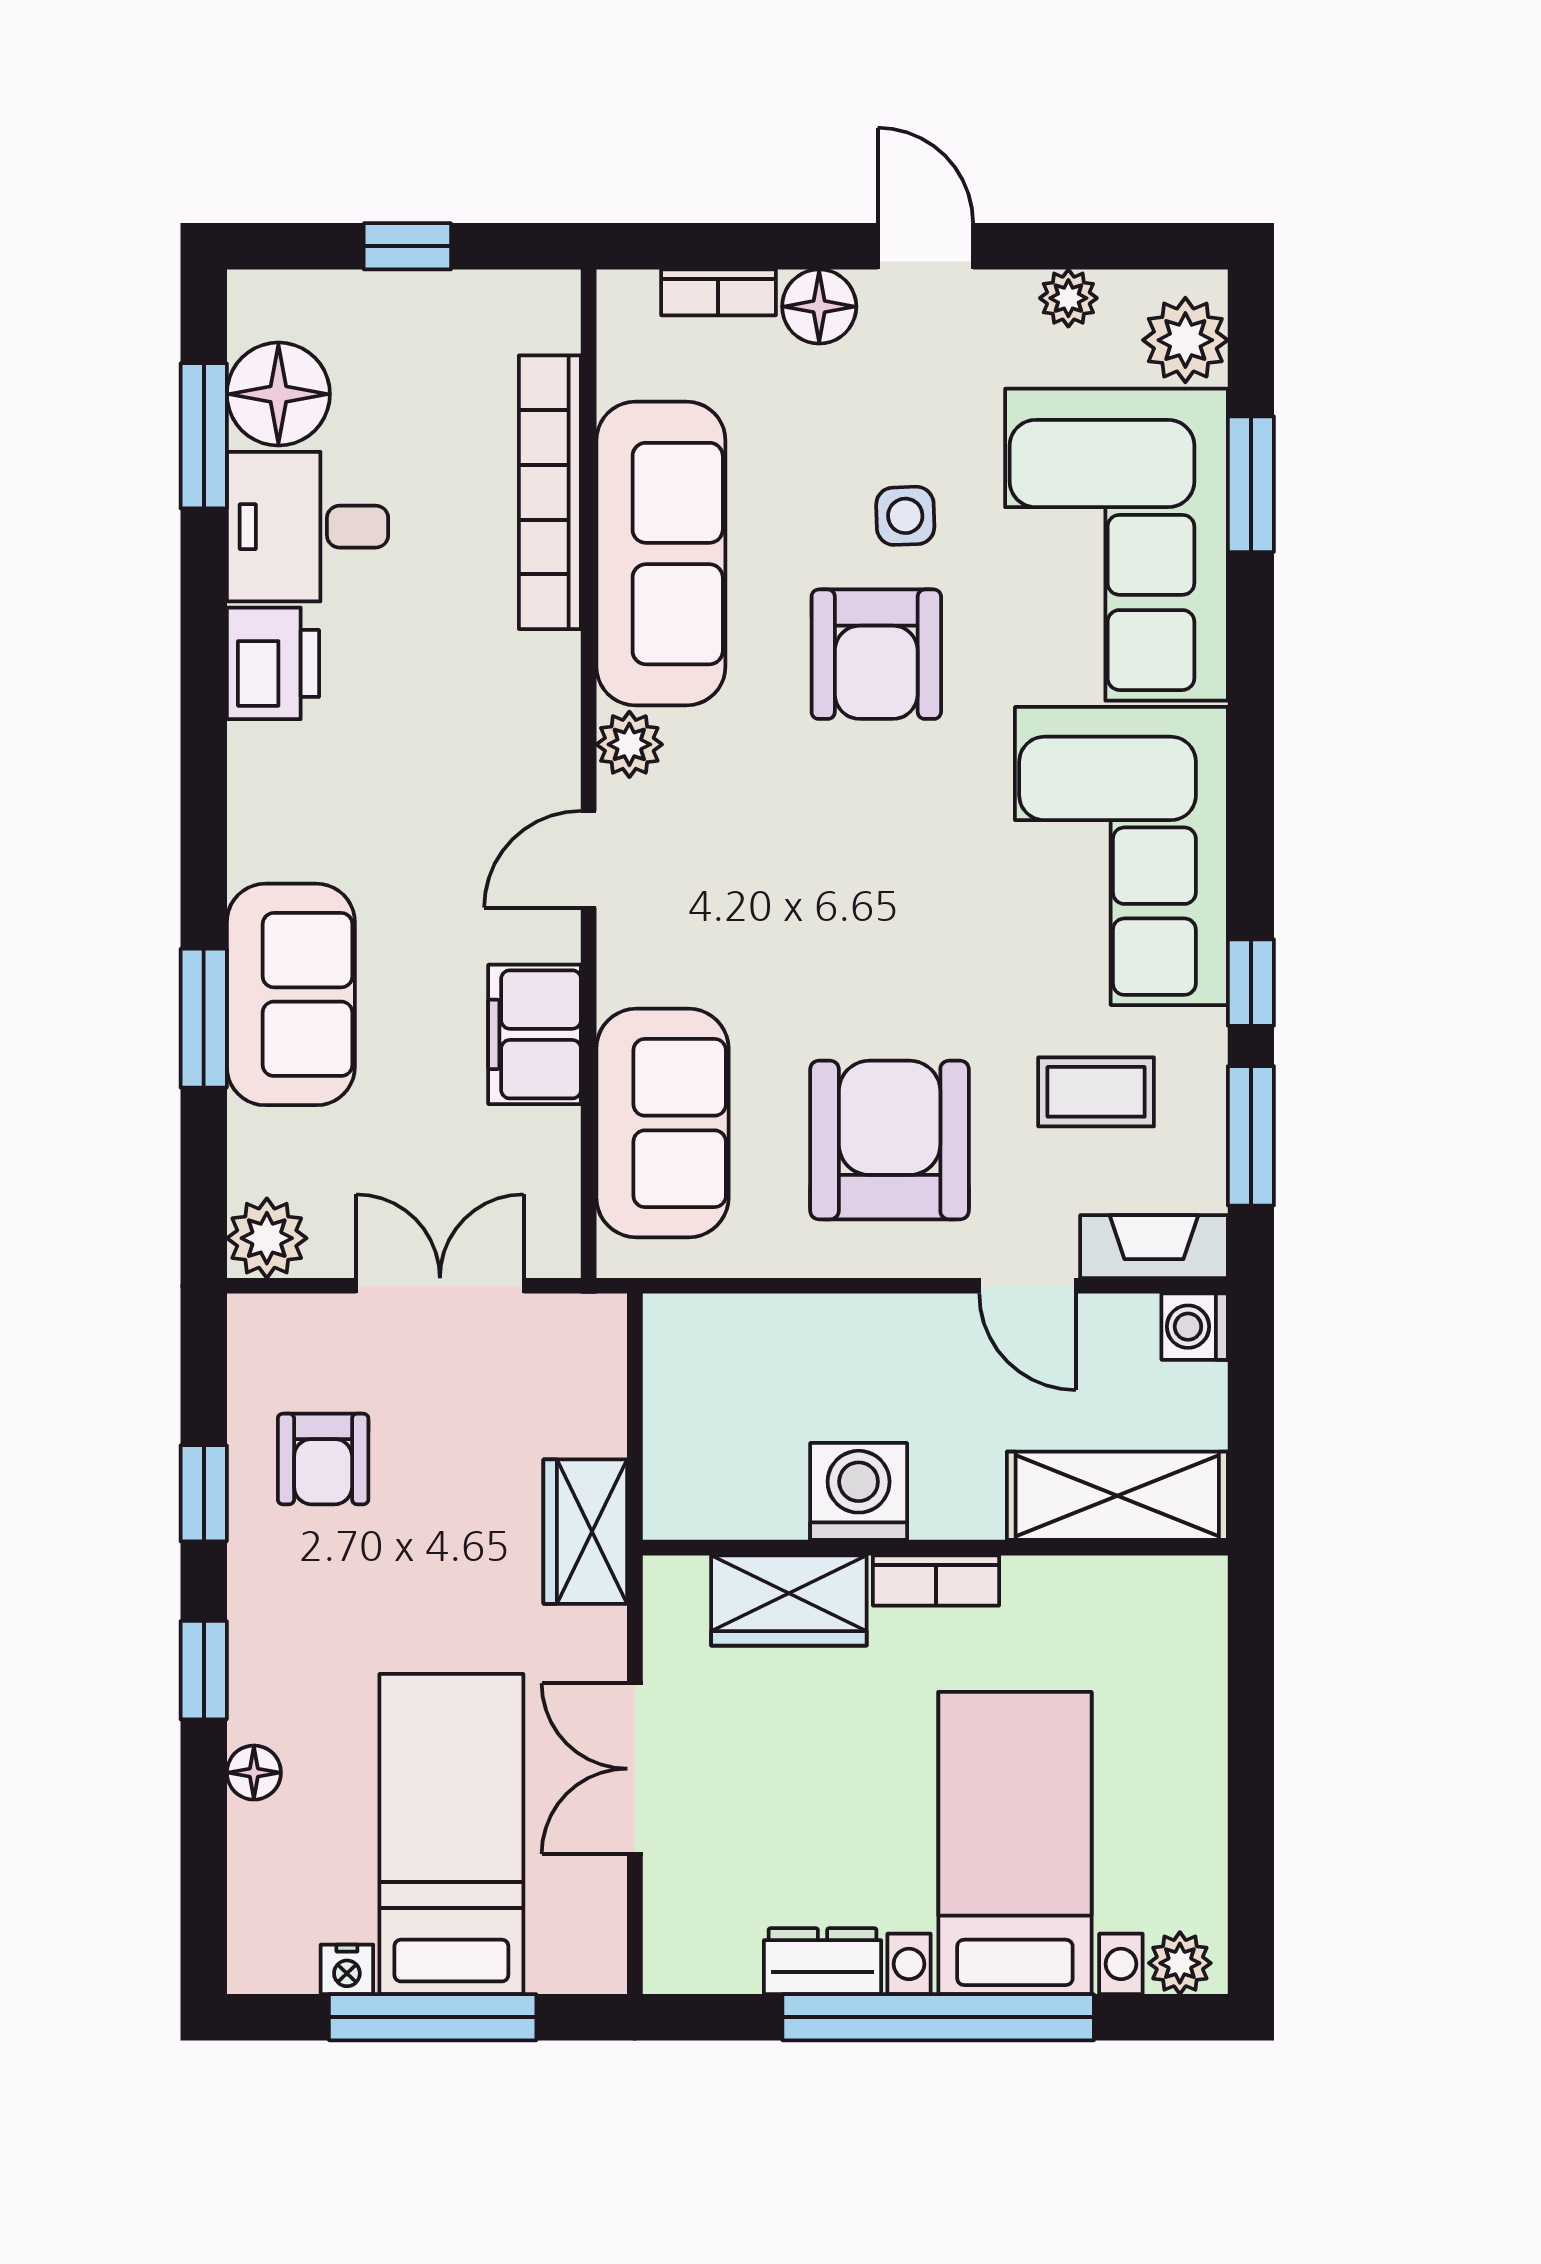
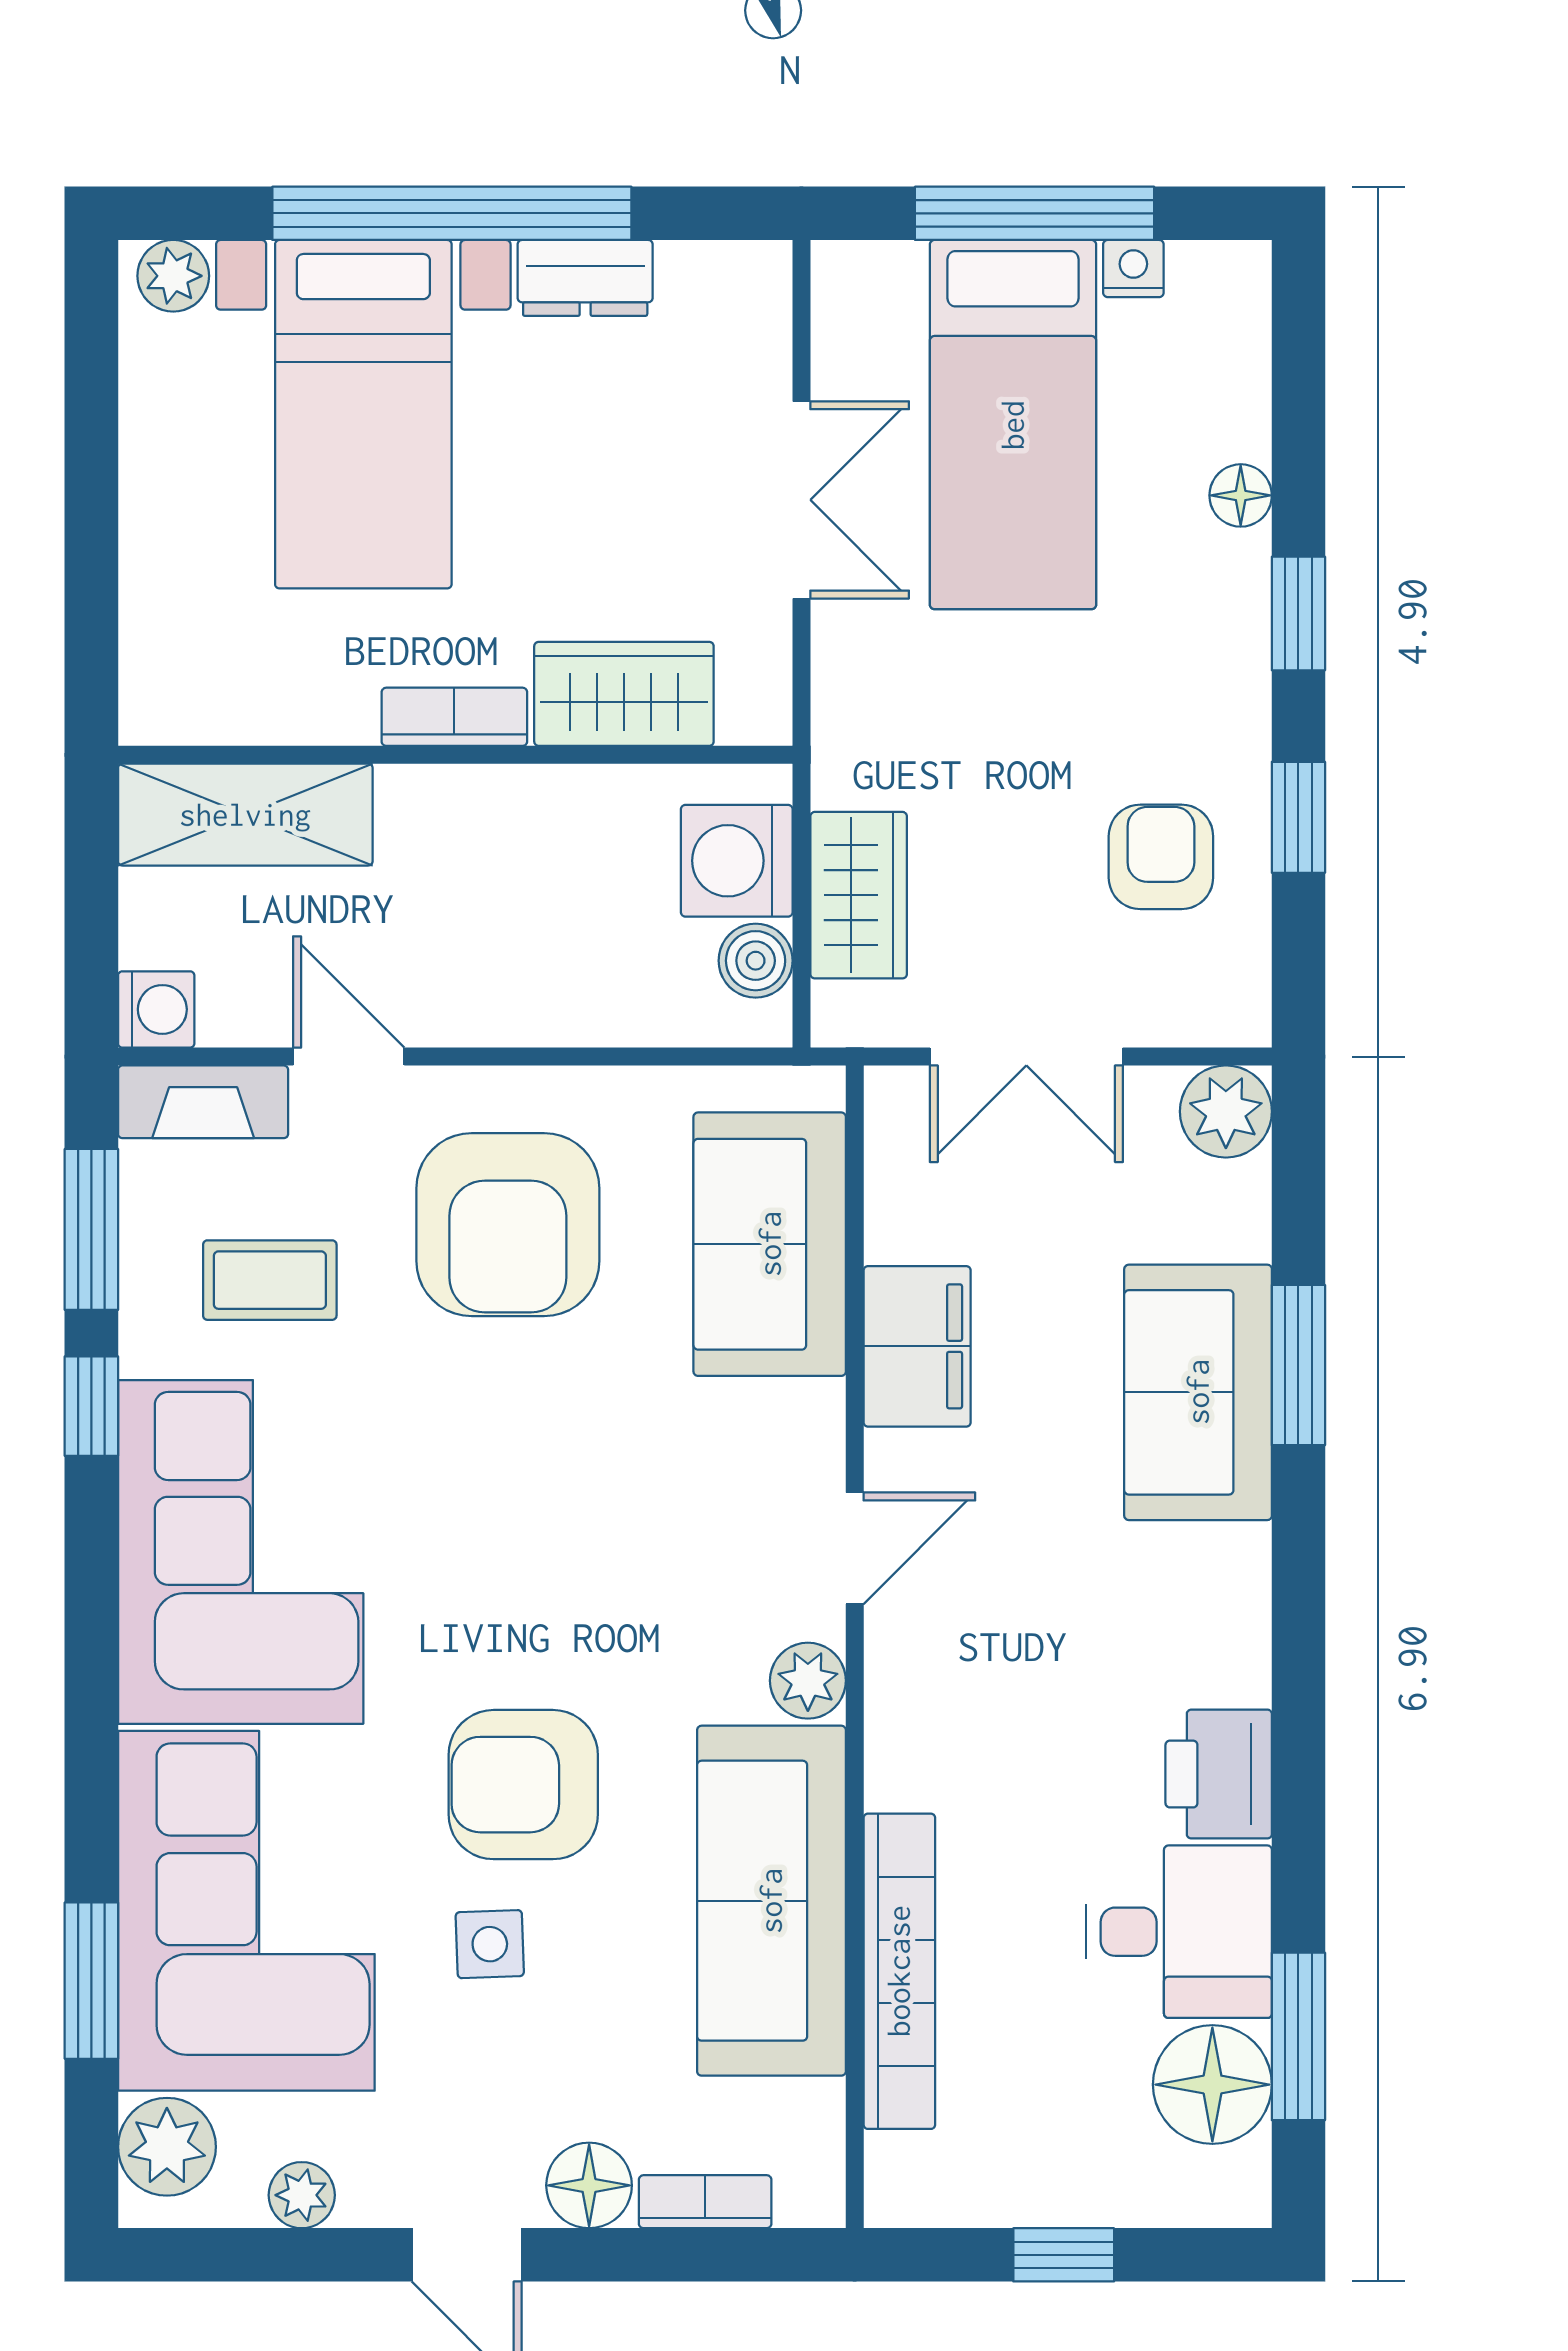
armchair: (876, 654) -> (523, 1785), turned -90
boiler: (675, 1369) -> (756, 961), added
washing machine: (859, 1491) -> (737, 861), moved, turned 90
wardrobe: (585, 1532) -> (859, 895), moved

